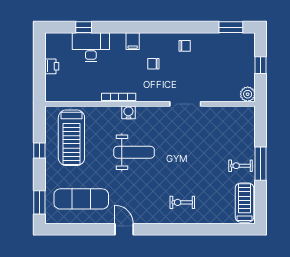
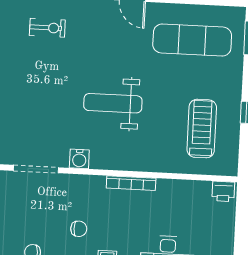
printer: (52, 66) -> (223, 191), moved, turned -90
water cooler: (128, 112) -> (79, 159), moved
treadmill: (71, 138) -> (202, 129), width x0.73, depth x0.73

